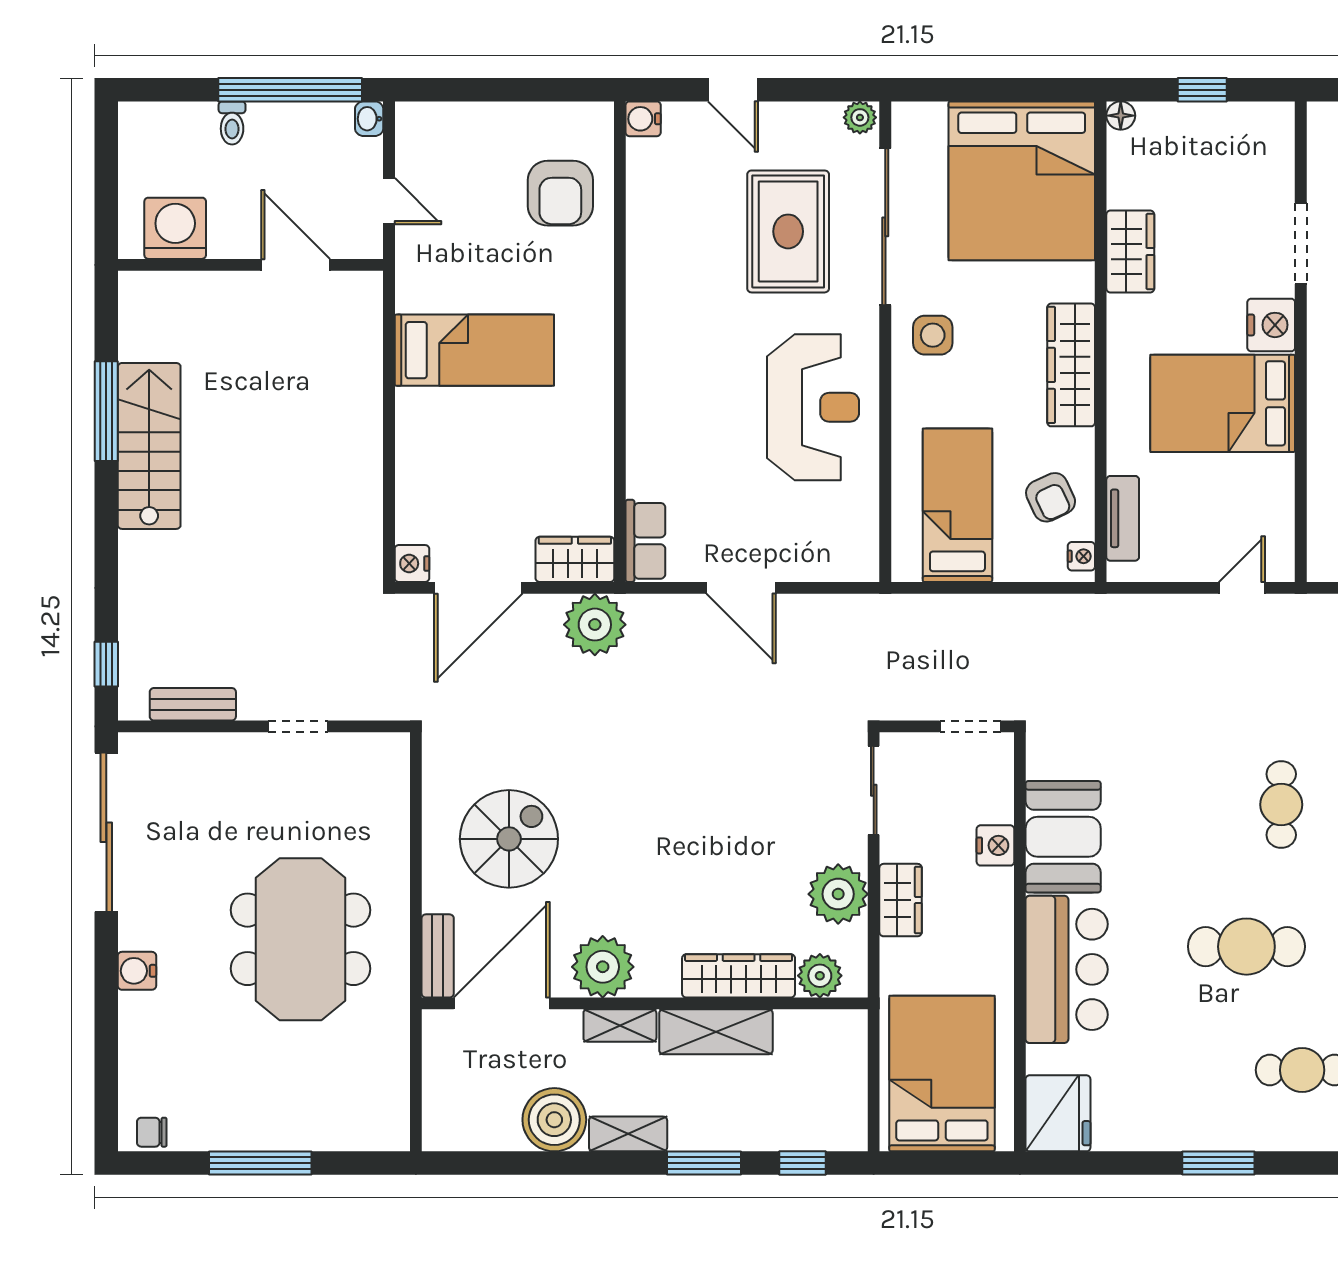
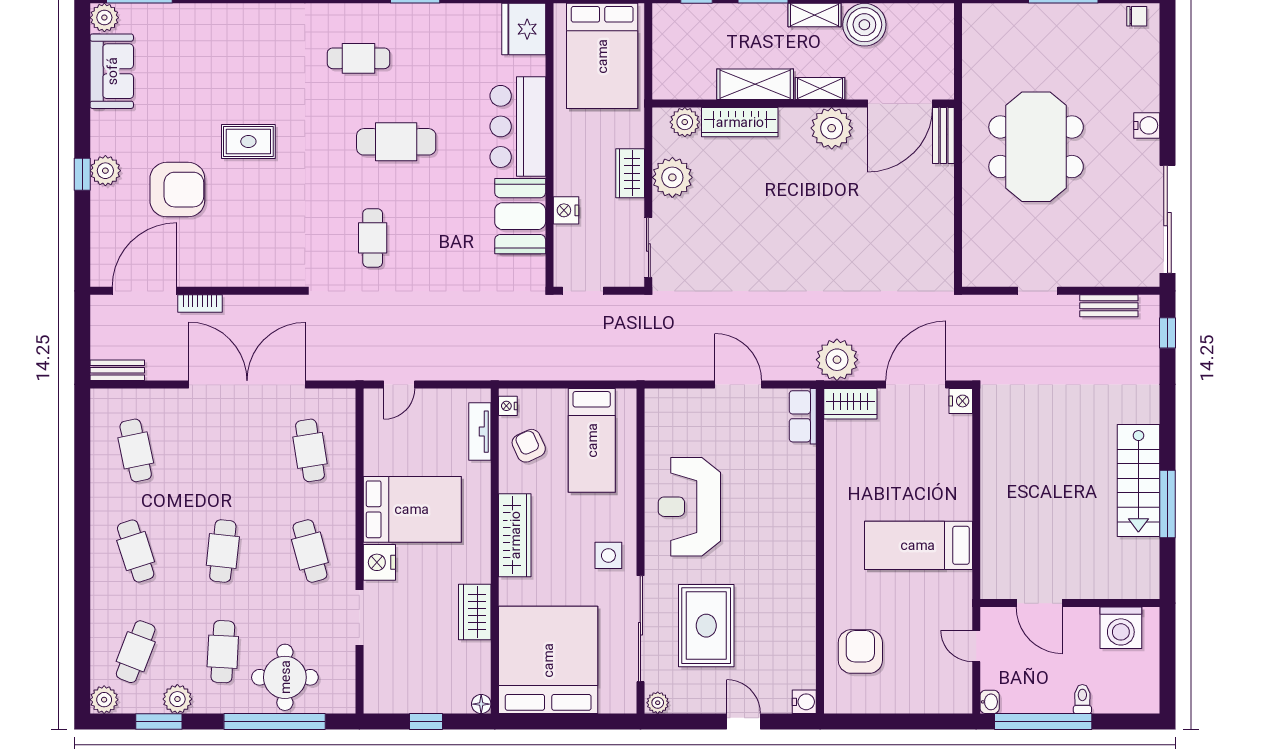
spiral stairs: (509, 839) -> (895, 215), removed

